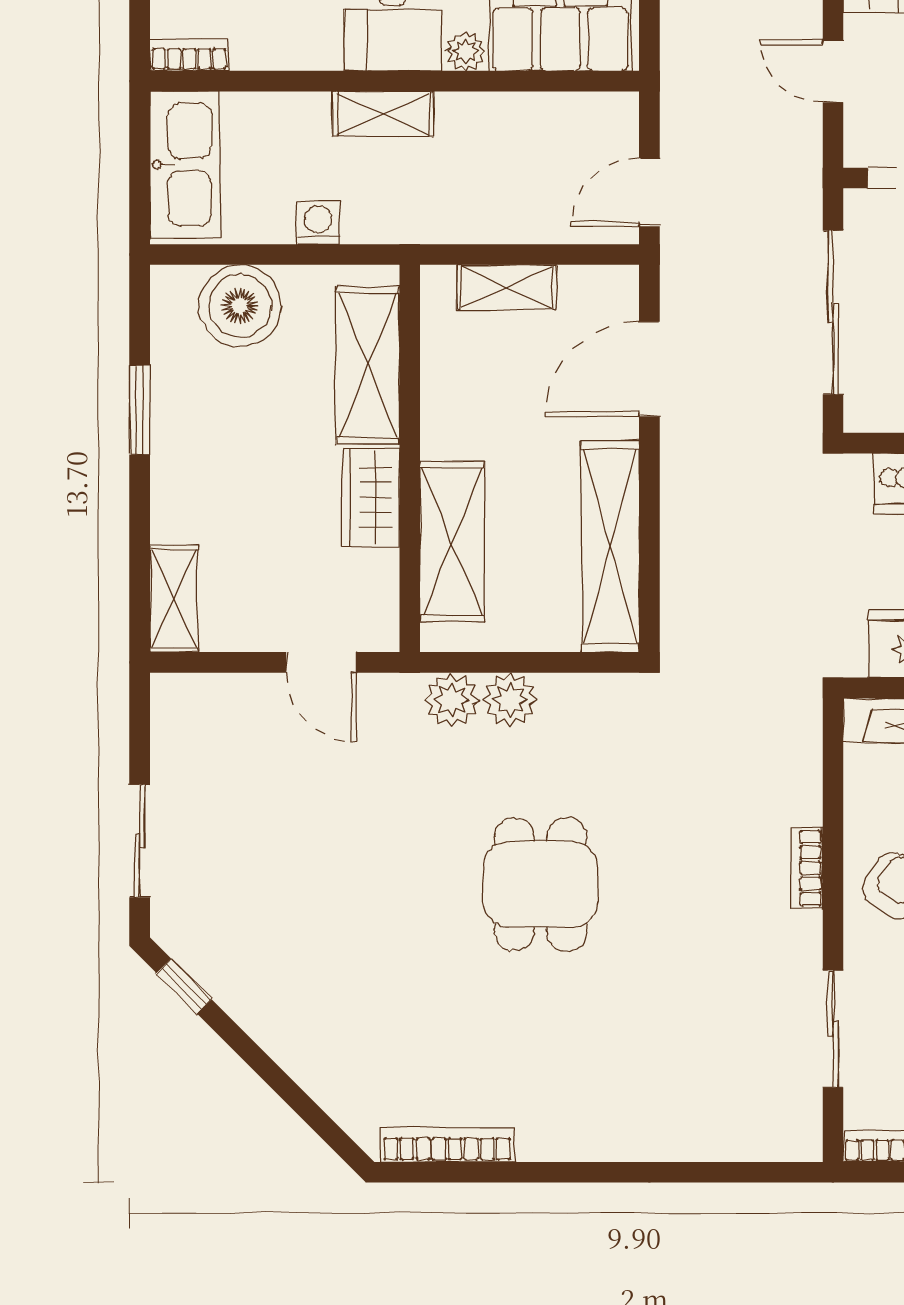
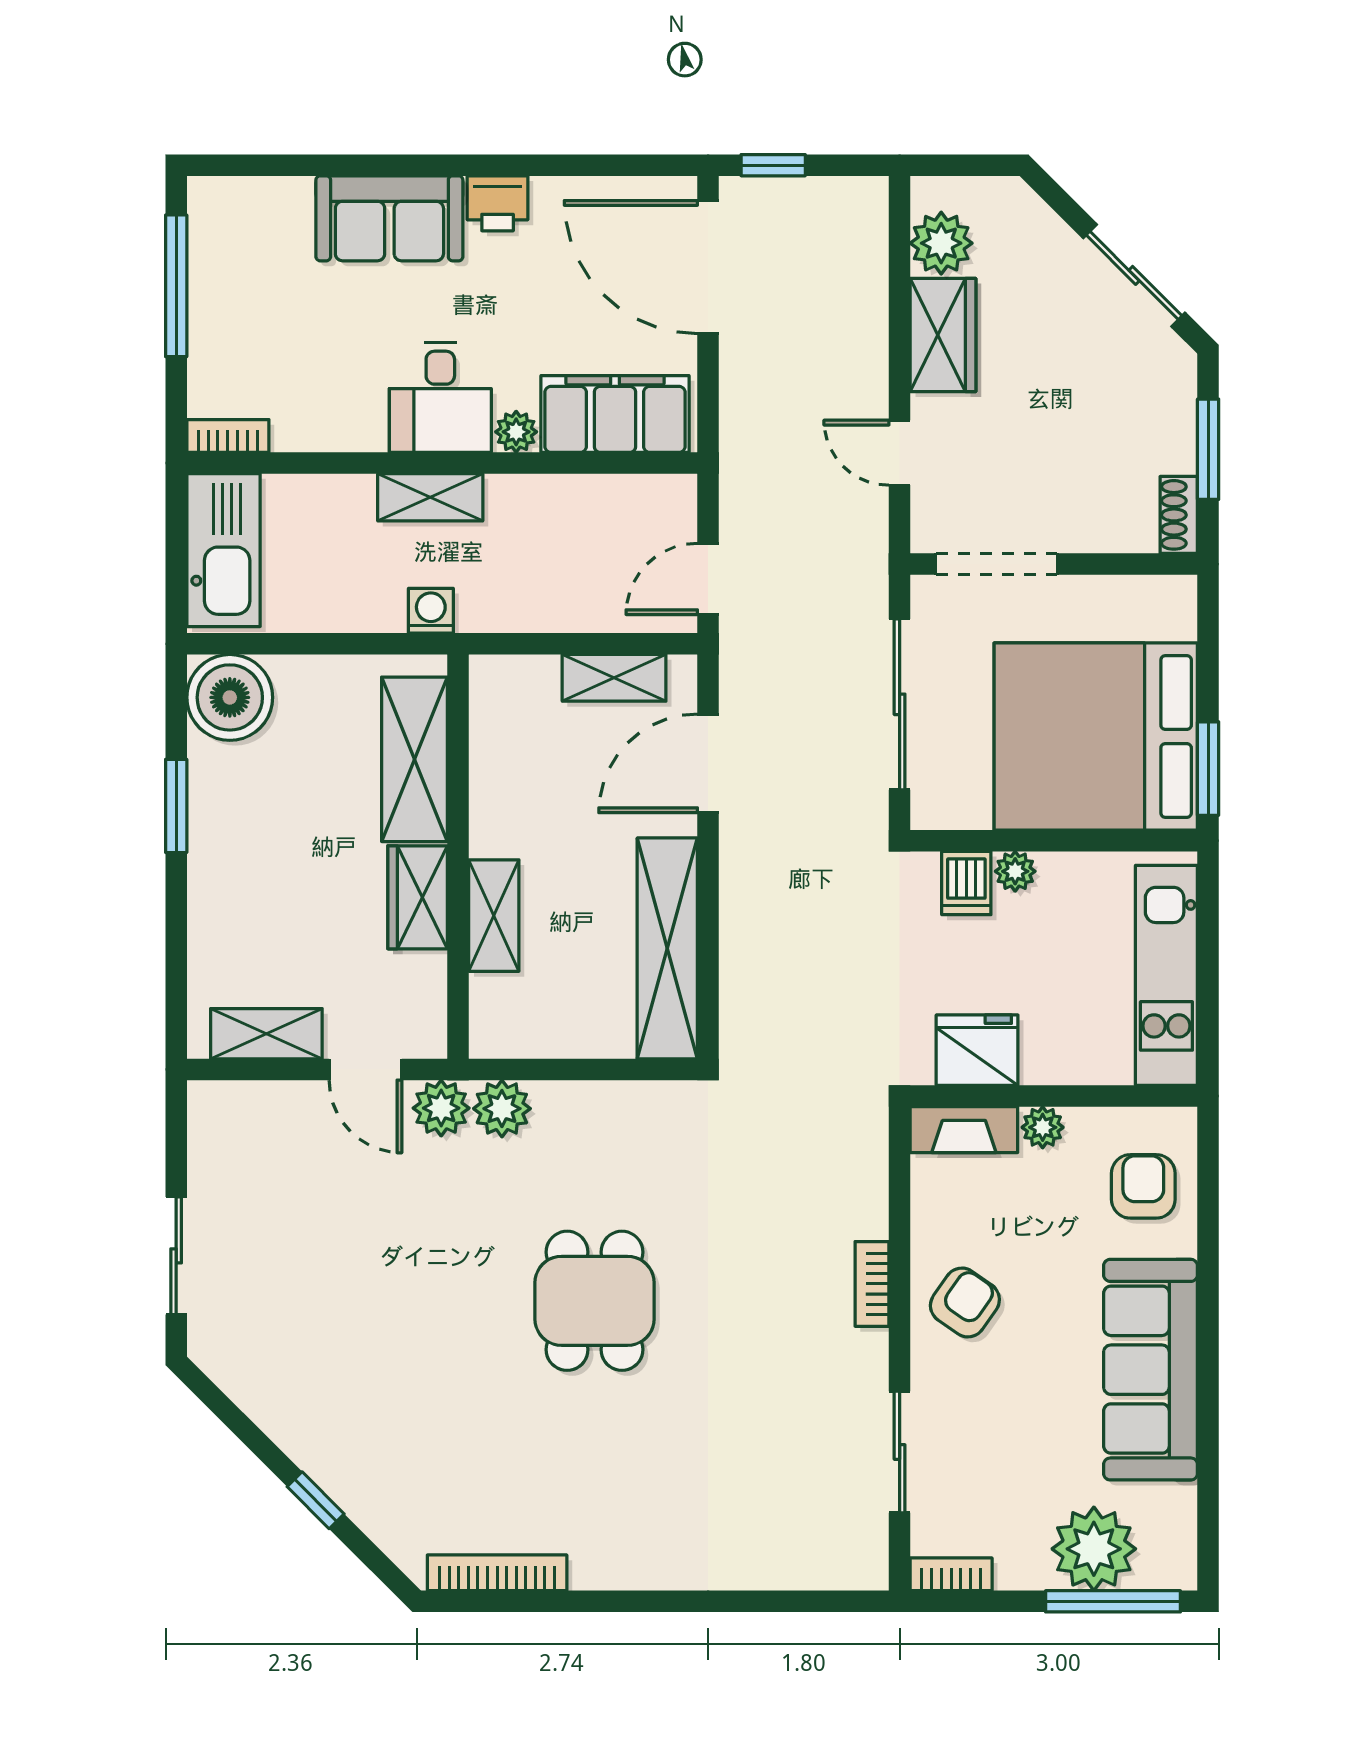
washing machine: (318, 223) -> (431, 611), moved
shelving: (507, 287) -> (614, 678), moved
boiler: (240, 306) -> (230, 697), moved
shelving: (452, 542) -> (494, 916), width x0.67, depth x0.75
shelving: (174, 599) -> (266, 1034), moved, turned 90
plant: (510, 699) -> (441, 1108), moved
window: (184, 986) -> (316, 1500), moved

